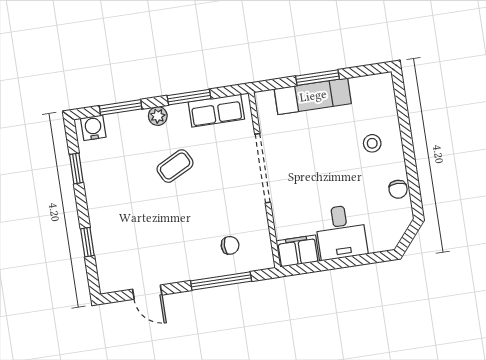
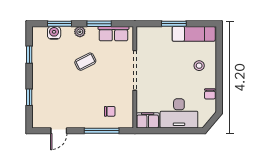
exam couch: (313, 96) -> (194, 34), moved
water cooler: (93, 128) -> (54, 33), moved
desk: (341, 232) -> (179, 113), width x1.37
door: (147, 292) -> (59, 131), hinge flipped

